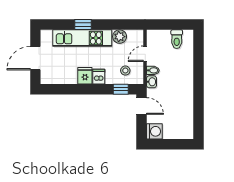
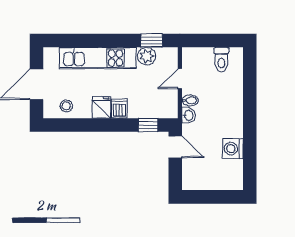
window: (83, 25) -> (152, 40), moved
stool: (125, 71) -> (66, 106), moved
washing machine: (154, 131) -> (233, 149), moved, turned 180

